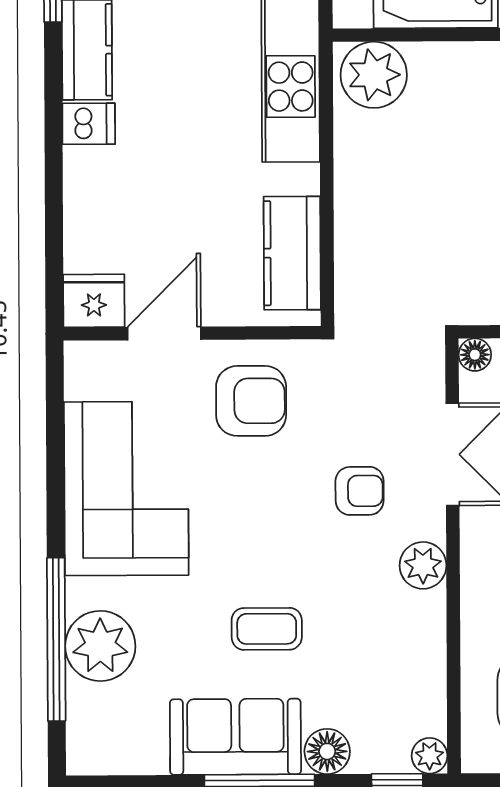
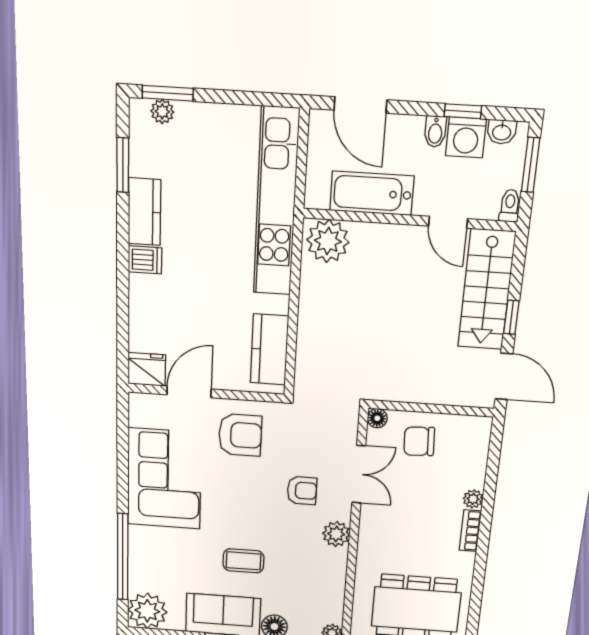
plant: (100, 646) -> (147, 611), moved

